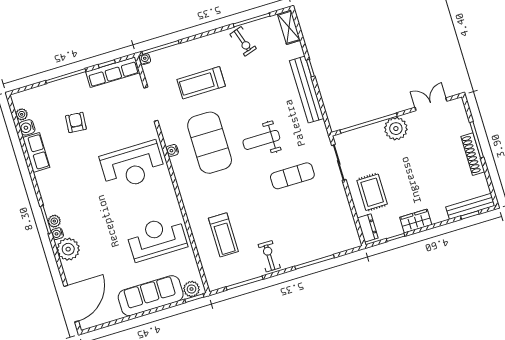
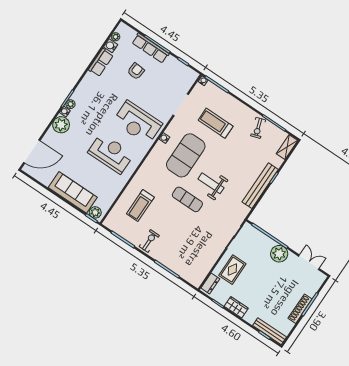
row of seats: (113, 72) -> (150, 48), moved
exercise mat: (292, 176) -> (187, 199), moved
reception desk: (157, 238) -> (111, 153), moved

